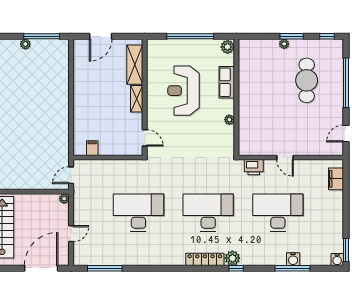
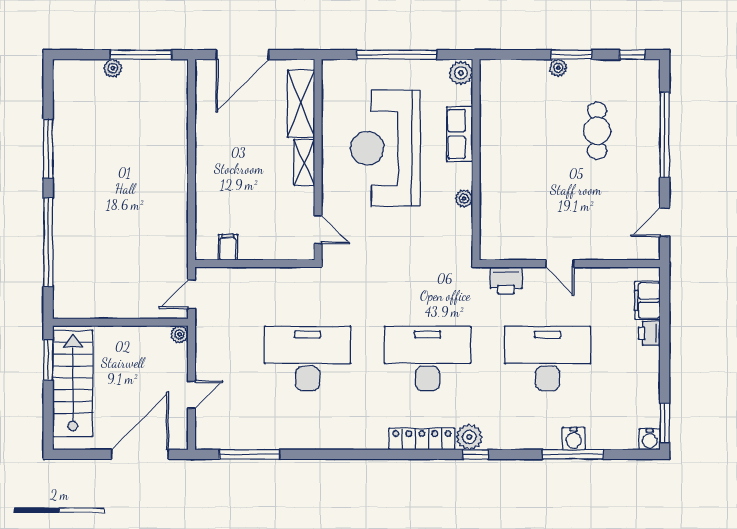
door: (101, 36) -> (242, 55), width x1.36
cafe table: (307, 80) -> (597, 131), width x0.73, depth x0.74
reception desk: (184, 91) -> (385, 148), width x1.36, depth x1.30
printer: (337, 198) -> (649, 333), added

